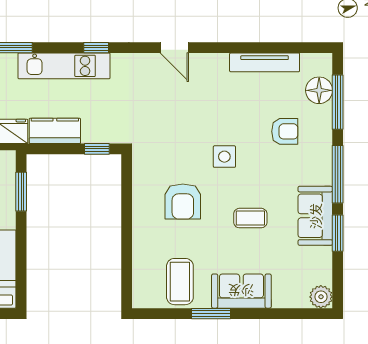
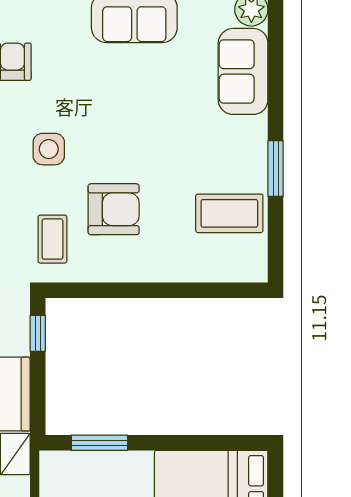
coffee table: (250, 218) -> (52, 239), moved
sofa: (241, 291) -> (243, 71), moved

